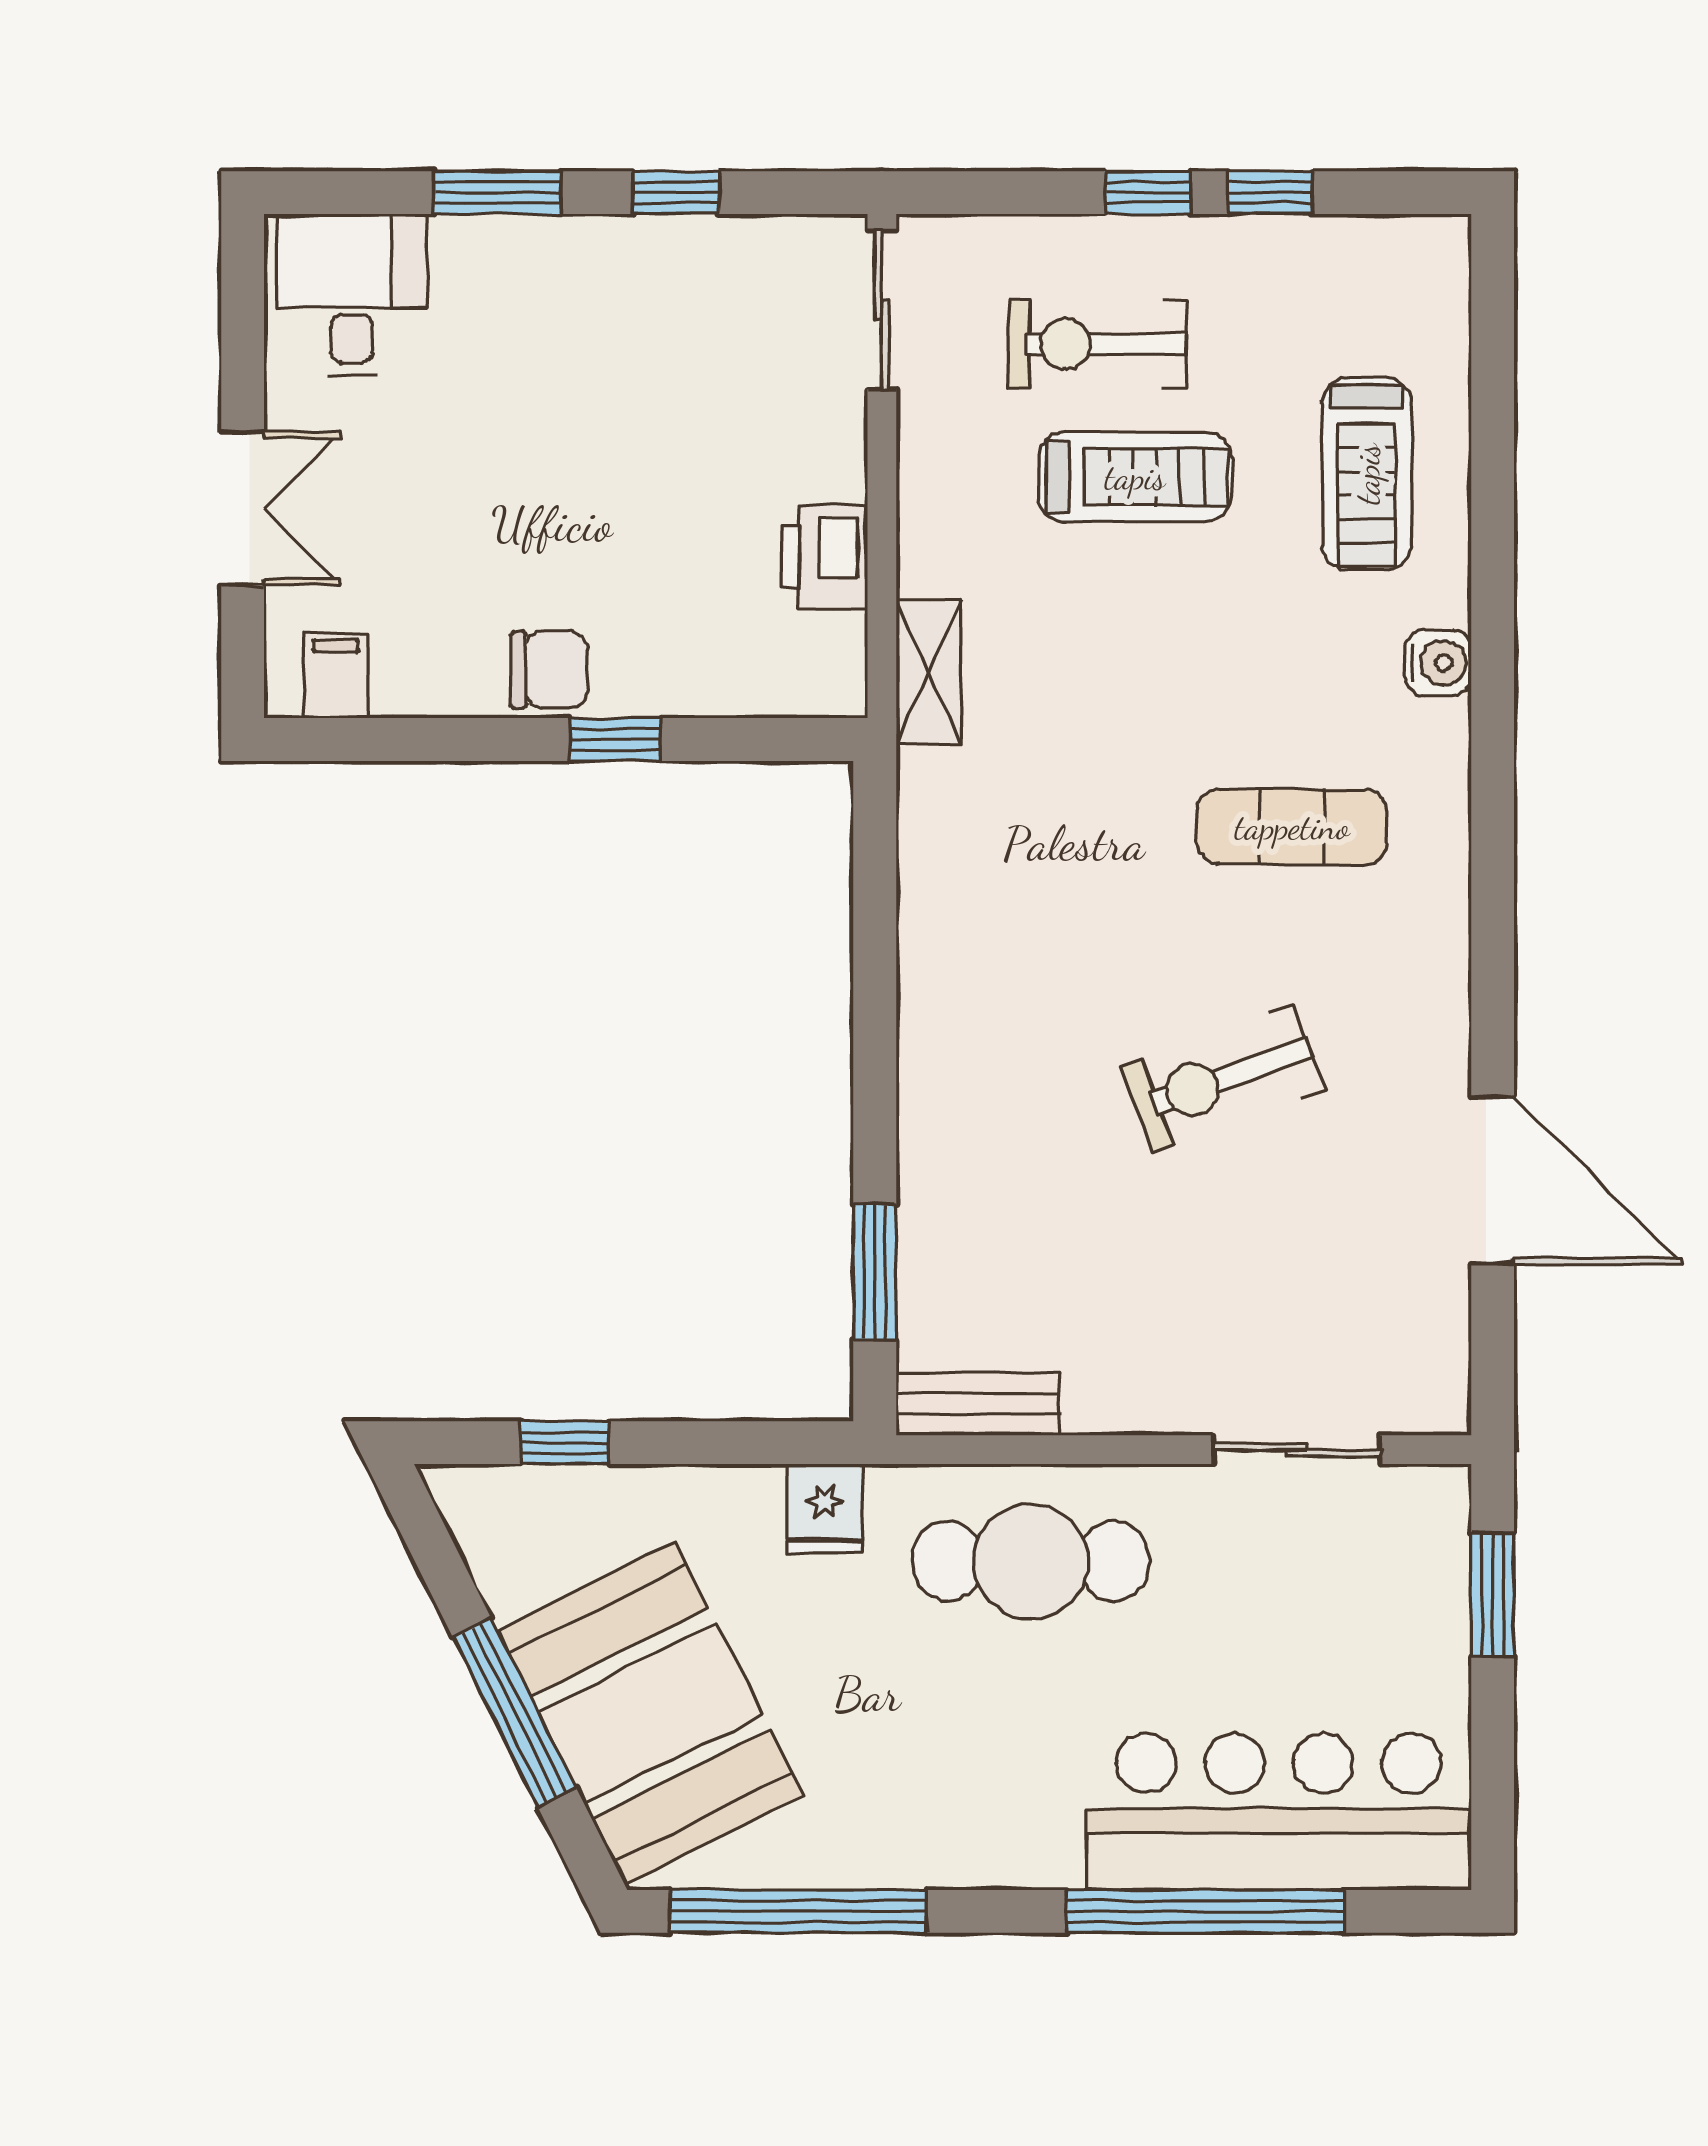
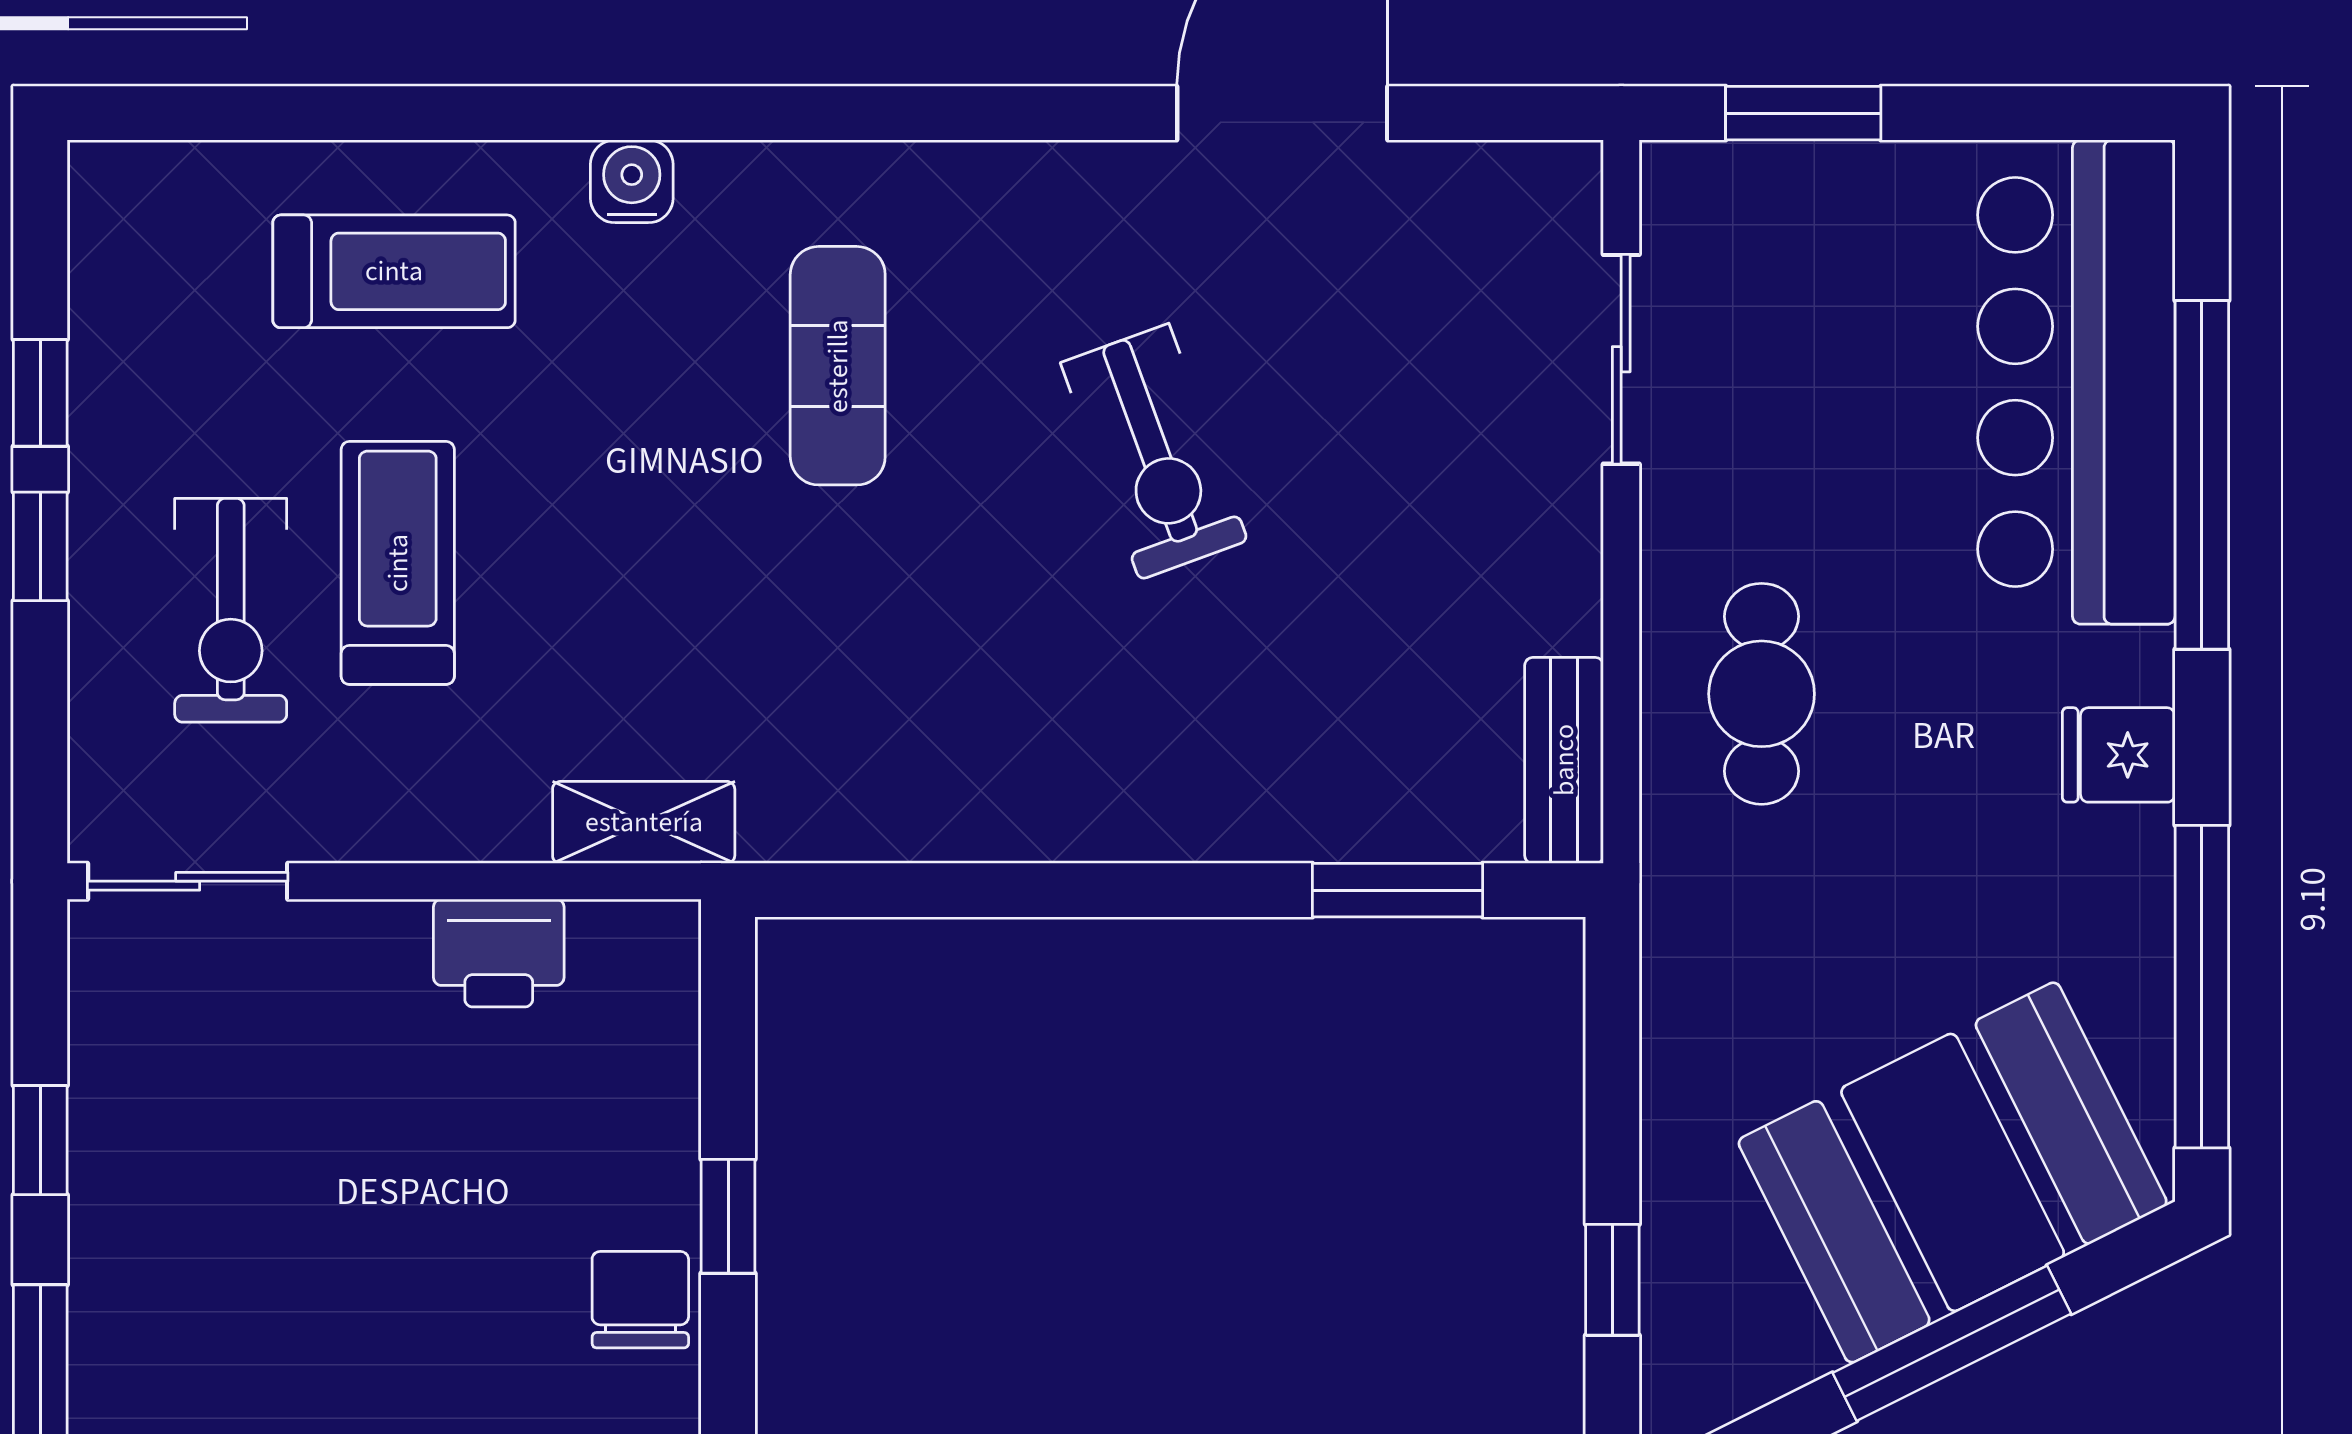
fridge: (825, 1509) -> (2119, 755), moved, turned 180
cafe table: (1031, 1561) -> (1762, 694), width x0.73, depth x0.74

